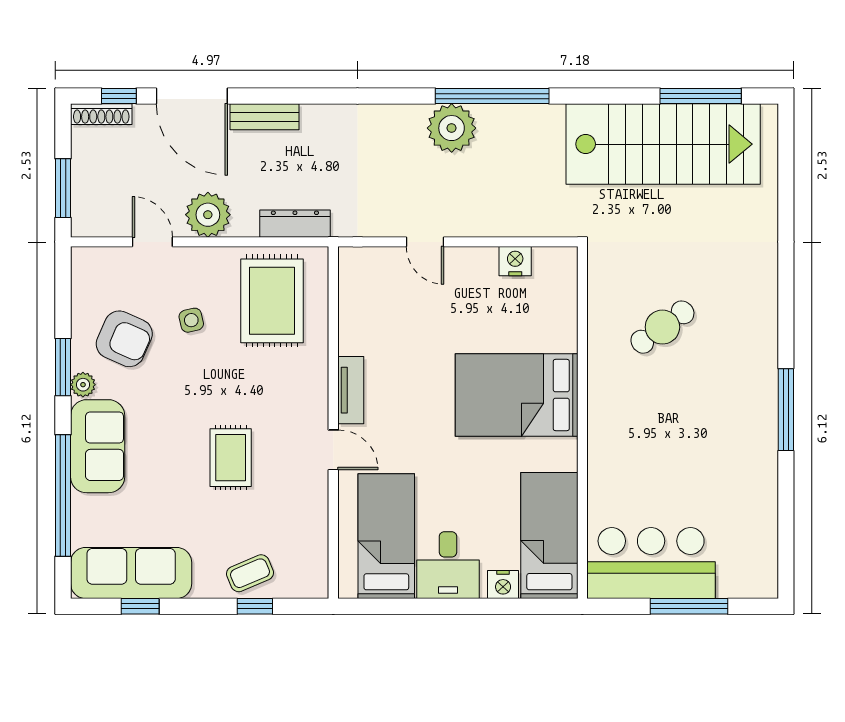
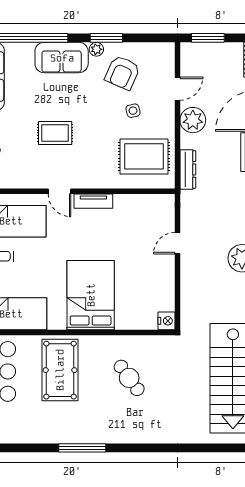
nightstand: (515, 261) -> (167, 321), moved
pool table: (649, 449) -> (60, 370), added
door: (333, 450) -> (59, 191), hinge flipped

